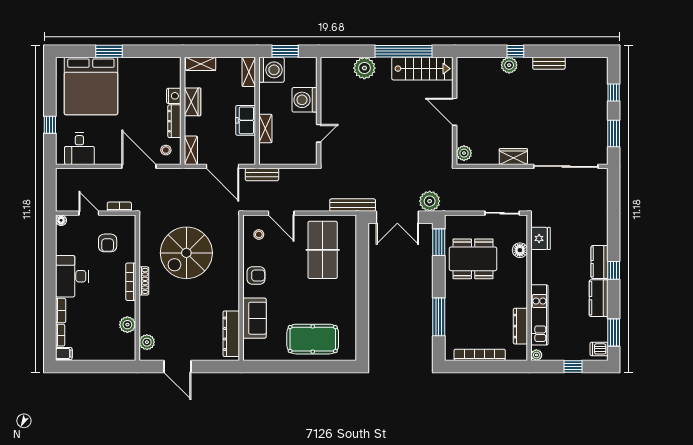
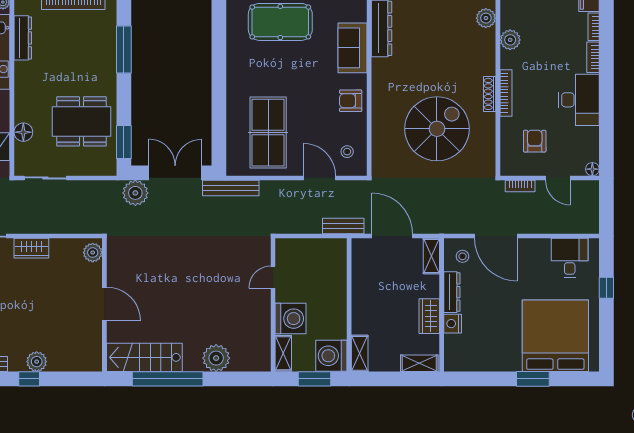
freezer: (246, 120) -> (363, 293), removed
shelving: (265, 129) -> (283, 353), moved

